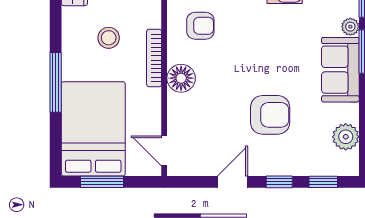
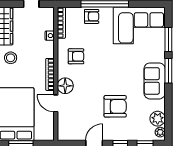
plant: (350, 27) -> (160, 132), moved
stool: (109, 38) -> (11, 58), moved
door: (164, 151) -> (56, 103), moved

